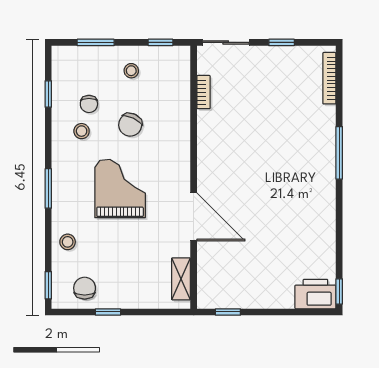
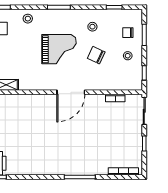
chair: (89, 104) -> (128, 33), moved
door: (194, 217) -> (71, 92), moved

